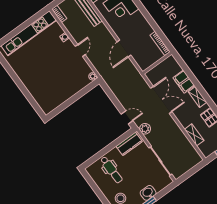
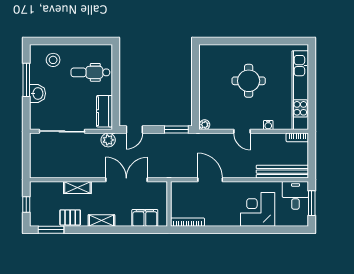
round table: (46, 69) -> (249, 81), added
filing cabinet: (184, 82) -> (145, 218), moved
window: (108, 92) -> (176, 130), added
double door: (161, 100) -> (126, 180), swing flipped
shelving: (194, 135) -> (77, 187), moved

